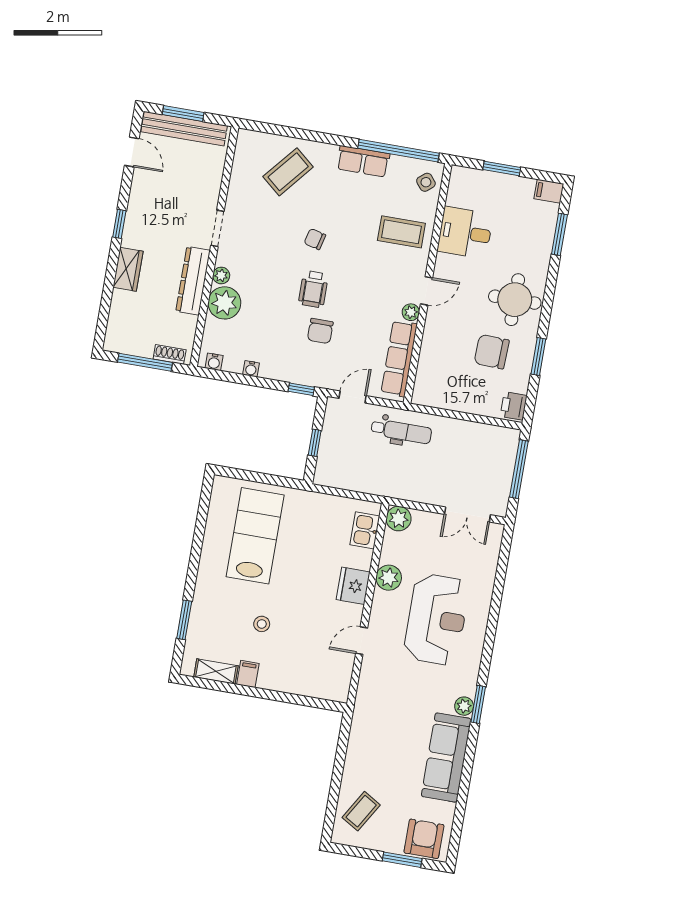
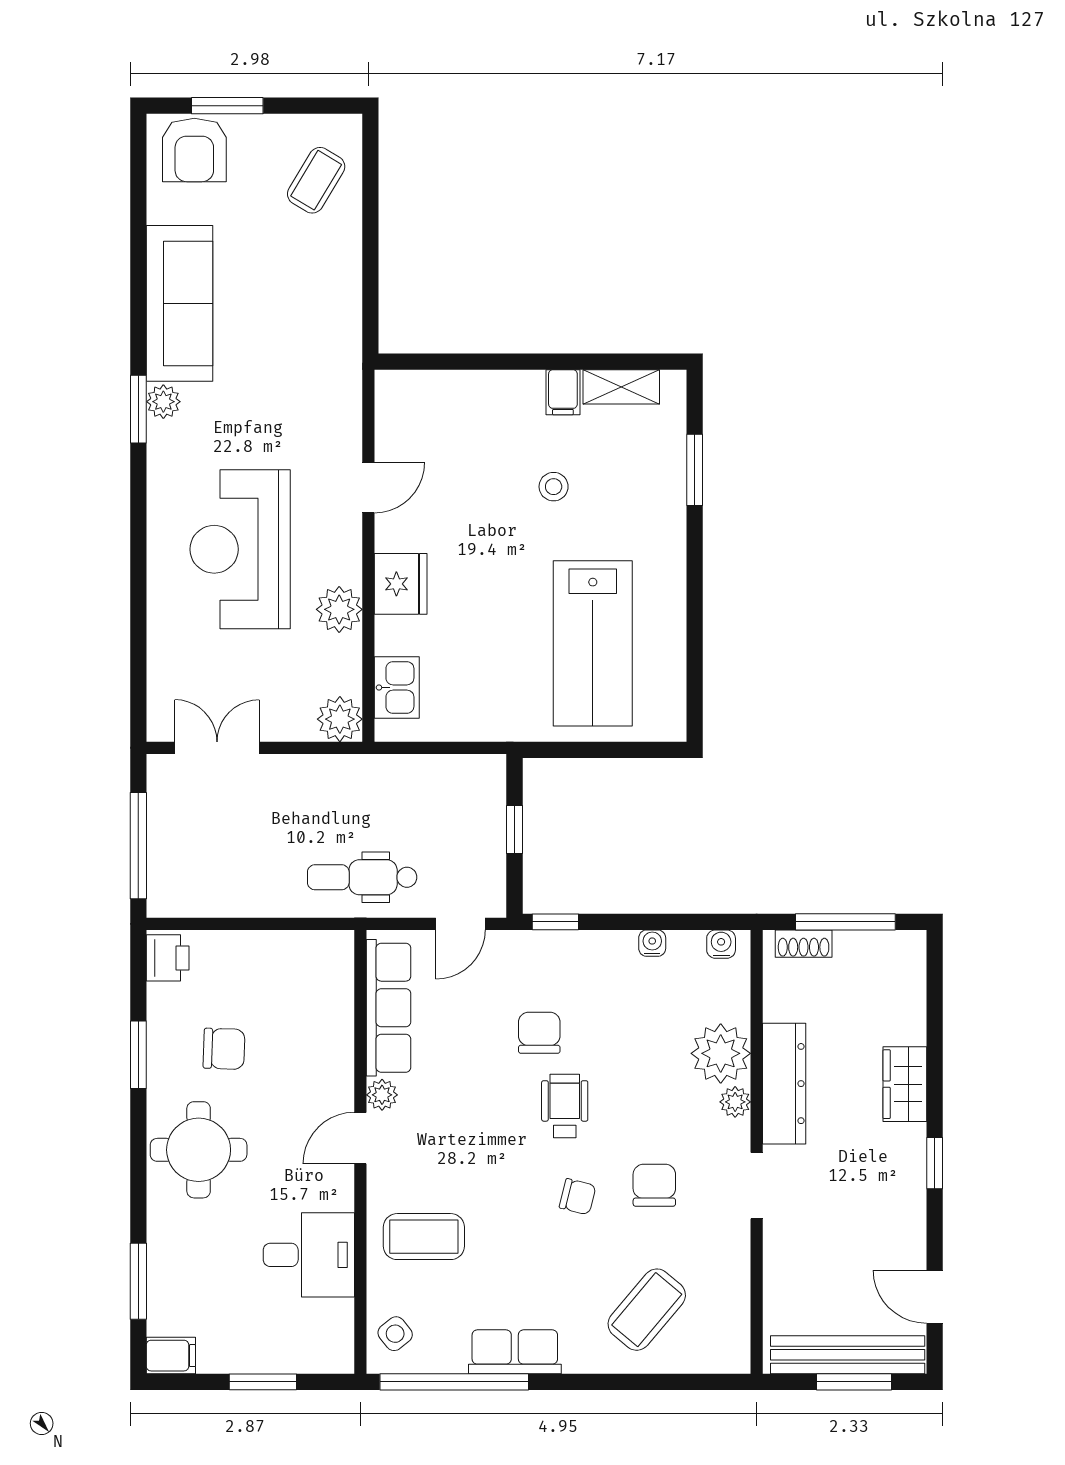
chair: (272, 238) -> (654, 1185), added
chair: (492, 352) -> (224, 1049), width x0.73, depth x0.73

